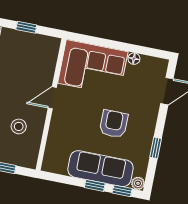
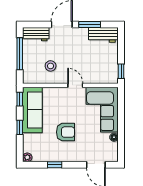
window: (26, 27) -> (121, 71), moved
sofa: (100, 169) -> (32, 110), moved
window: (122, 191) -> (20, 99), moved

